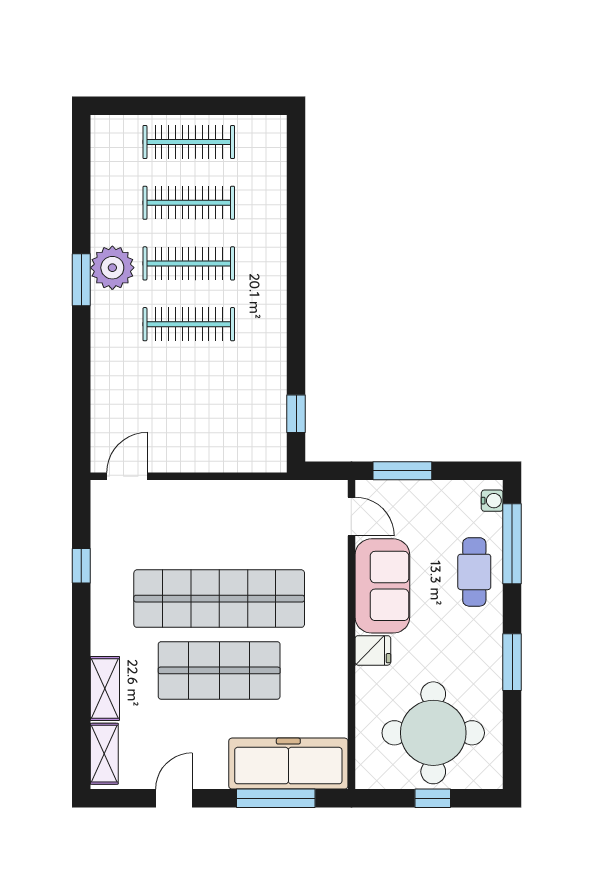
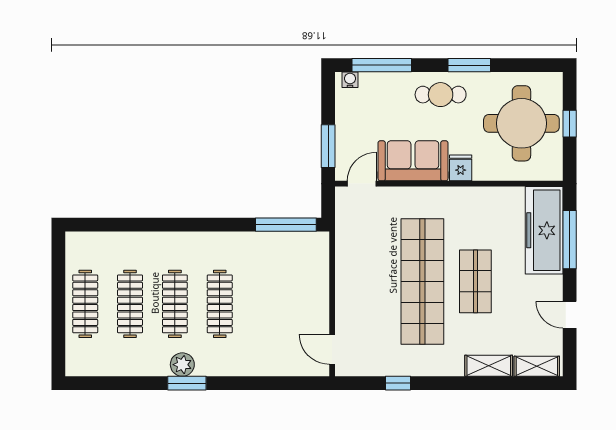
plant: (112, 268) -> (182, 365), width x0.73, depth x0.73
window: (296, 414) -> (286, 225), width x2.17
cafe table: (474, 572) -> (441, 95), moved
shop shelf: (219, 670) -> (475, 281), width x0.70, depth x0.74

